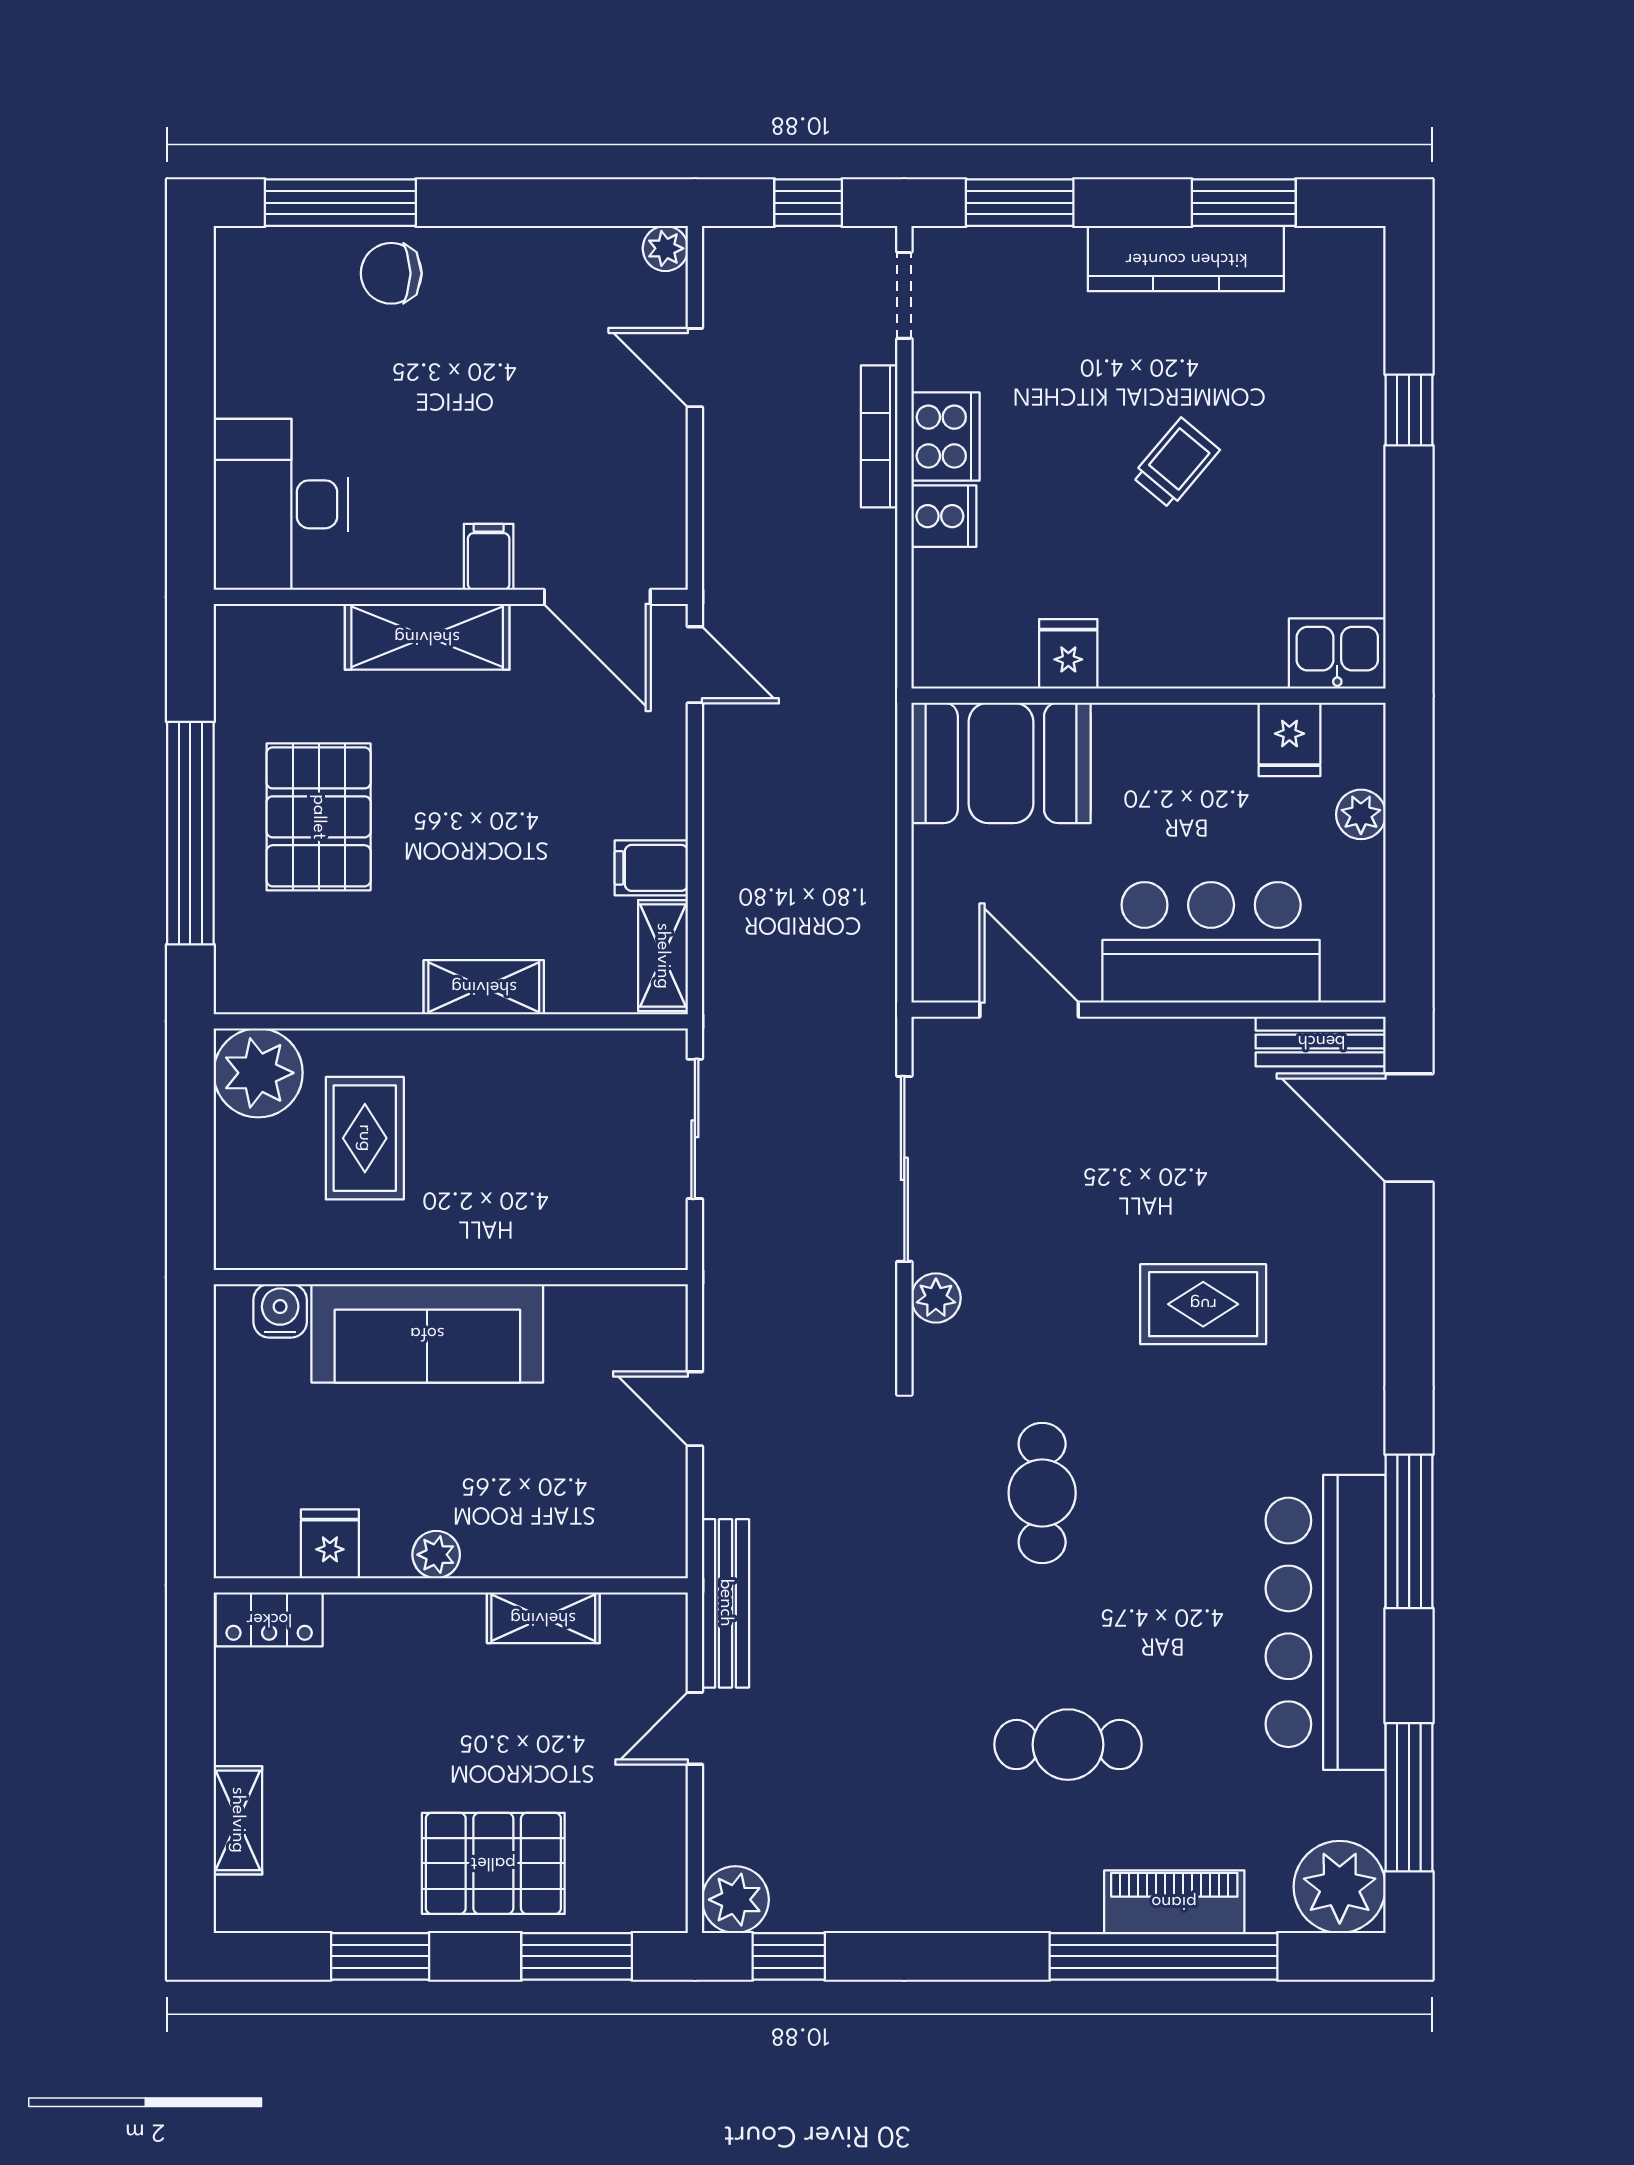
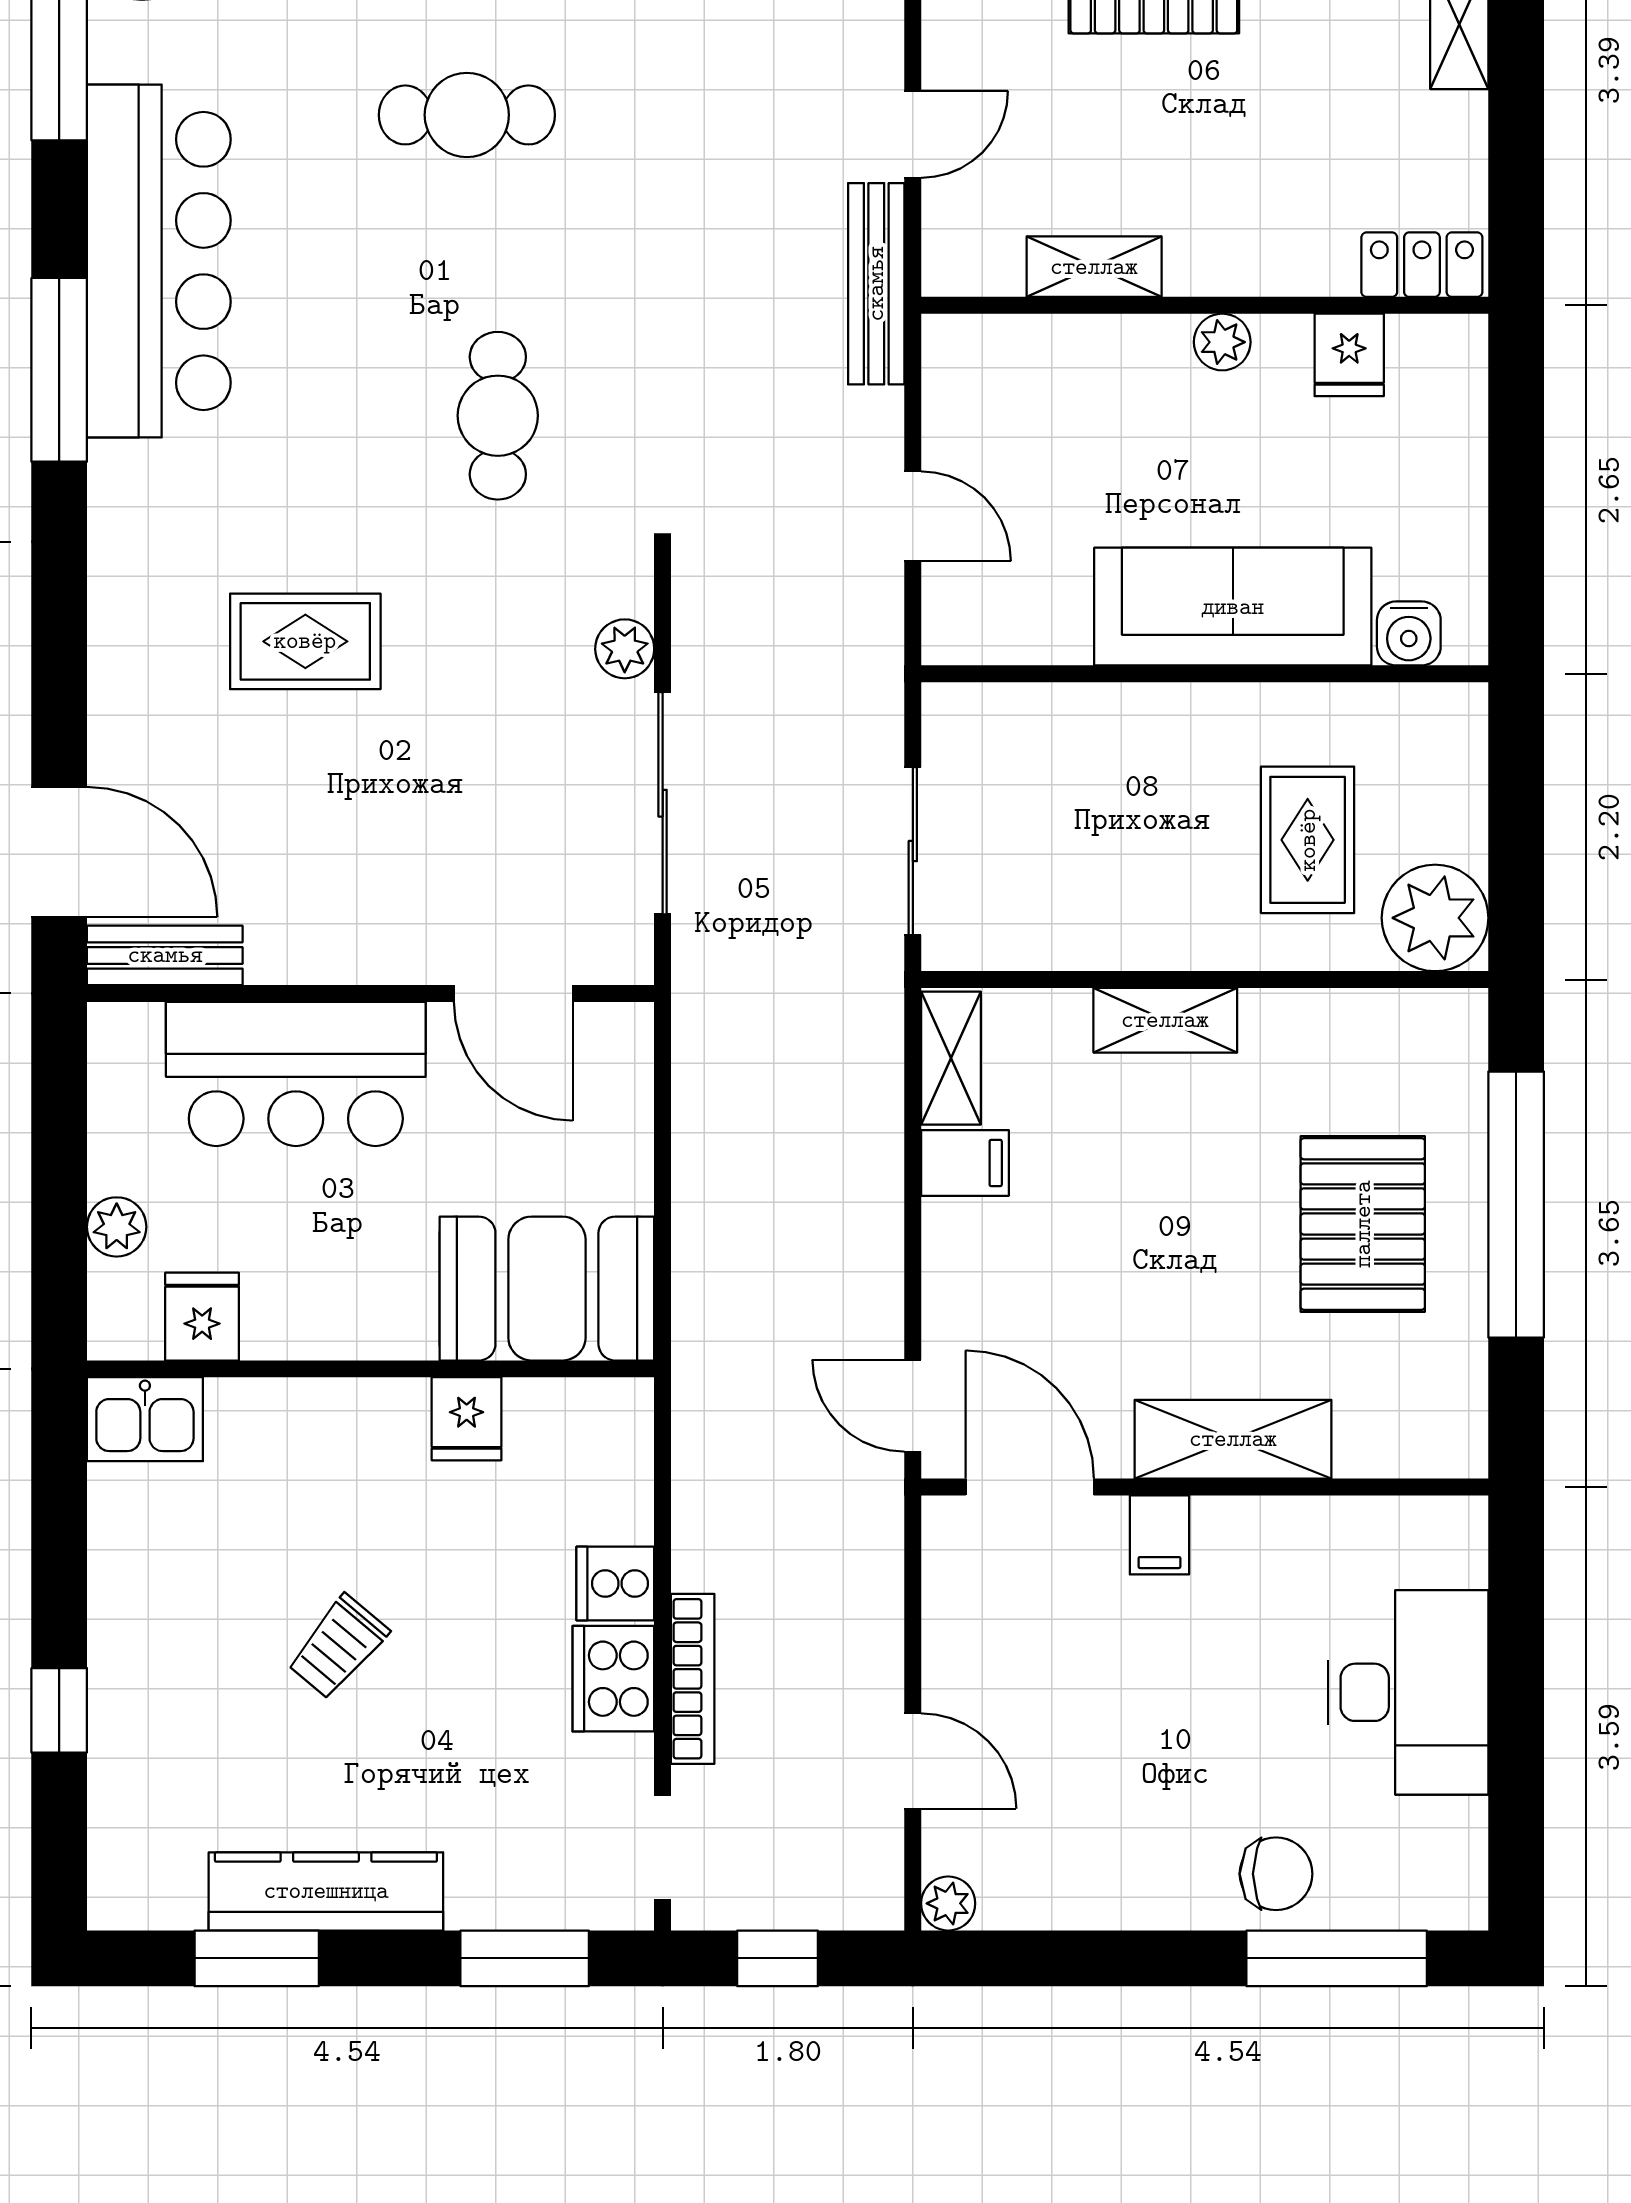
desk: (281, 504) -> (1408, 1692), moved

